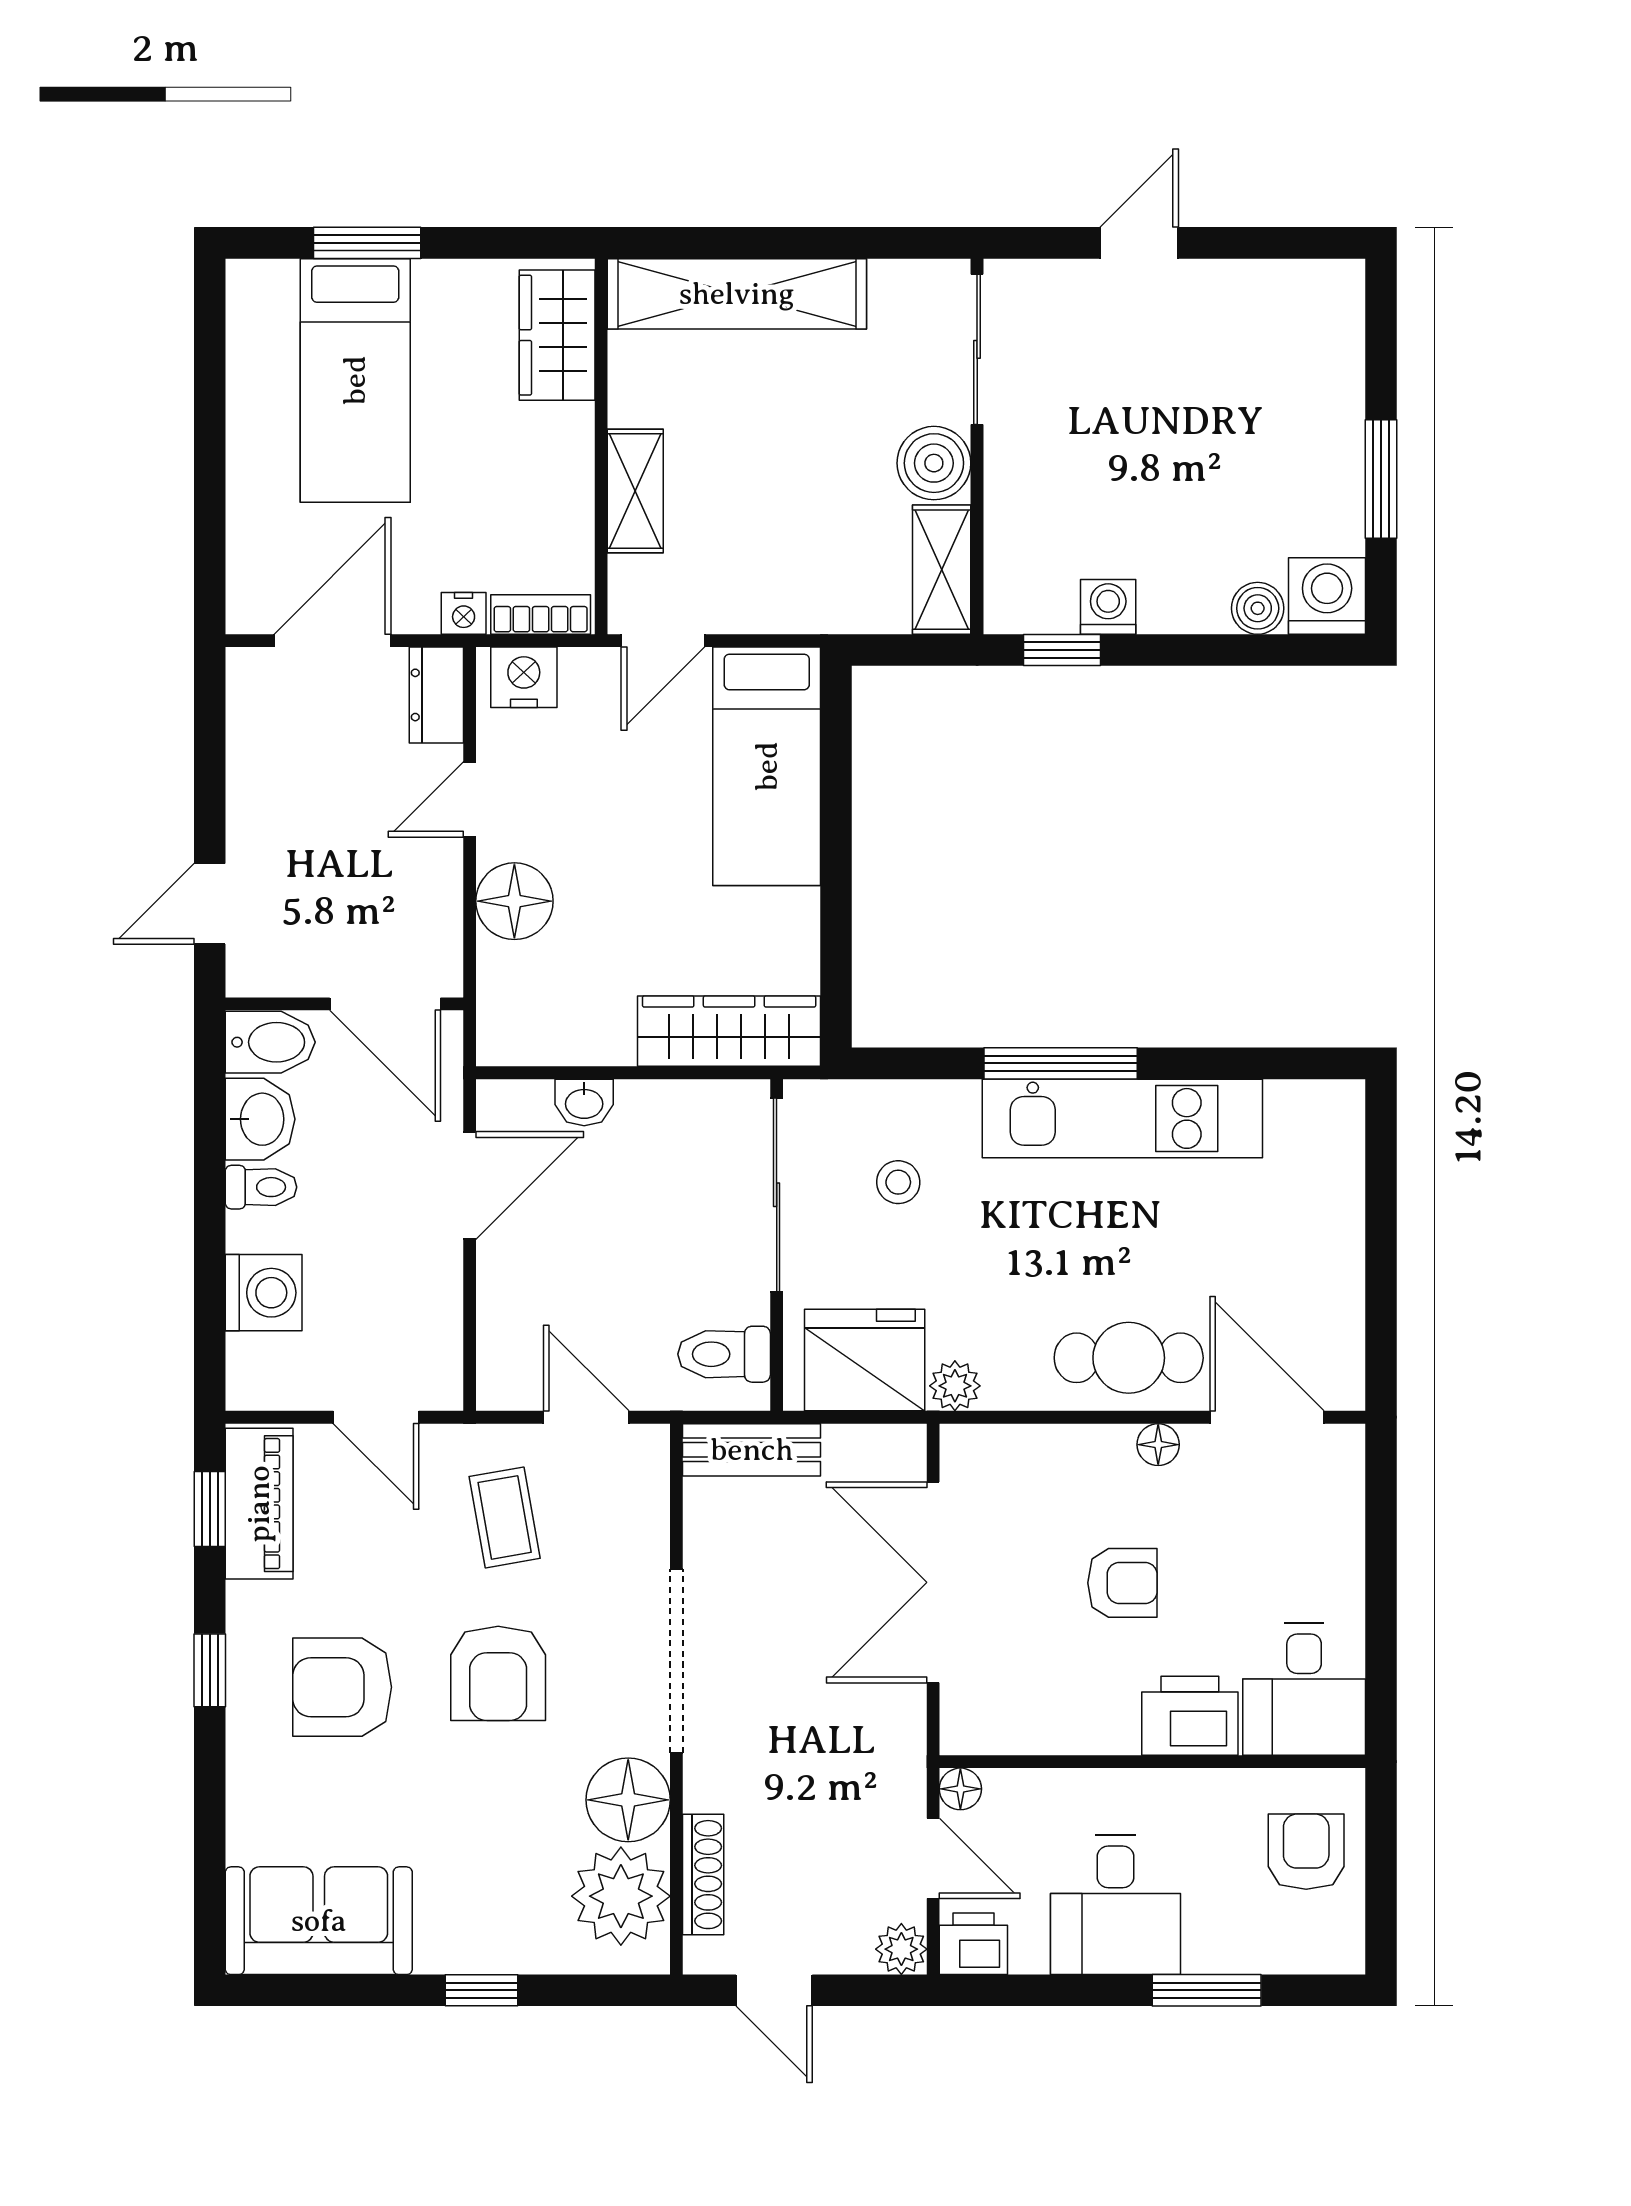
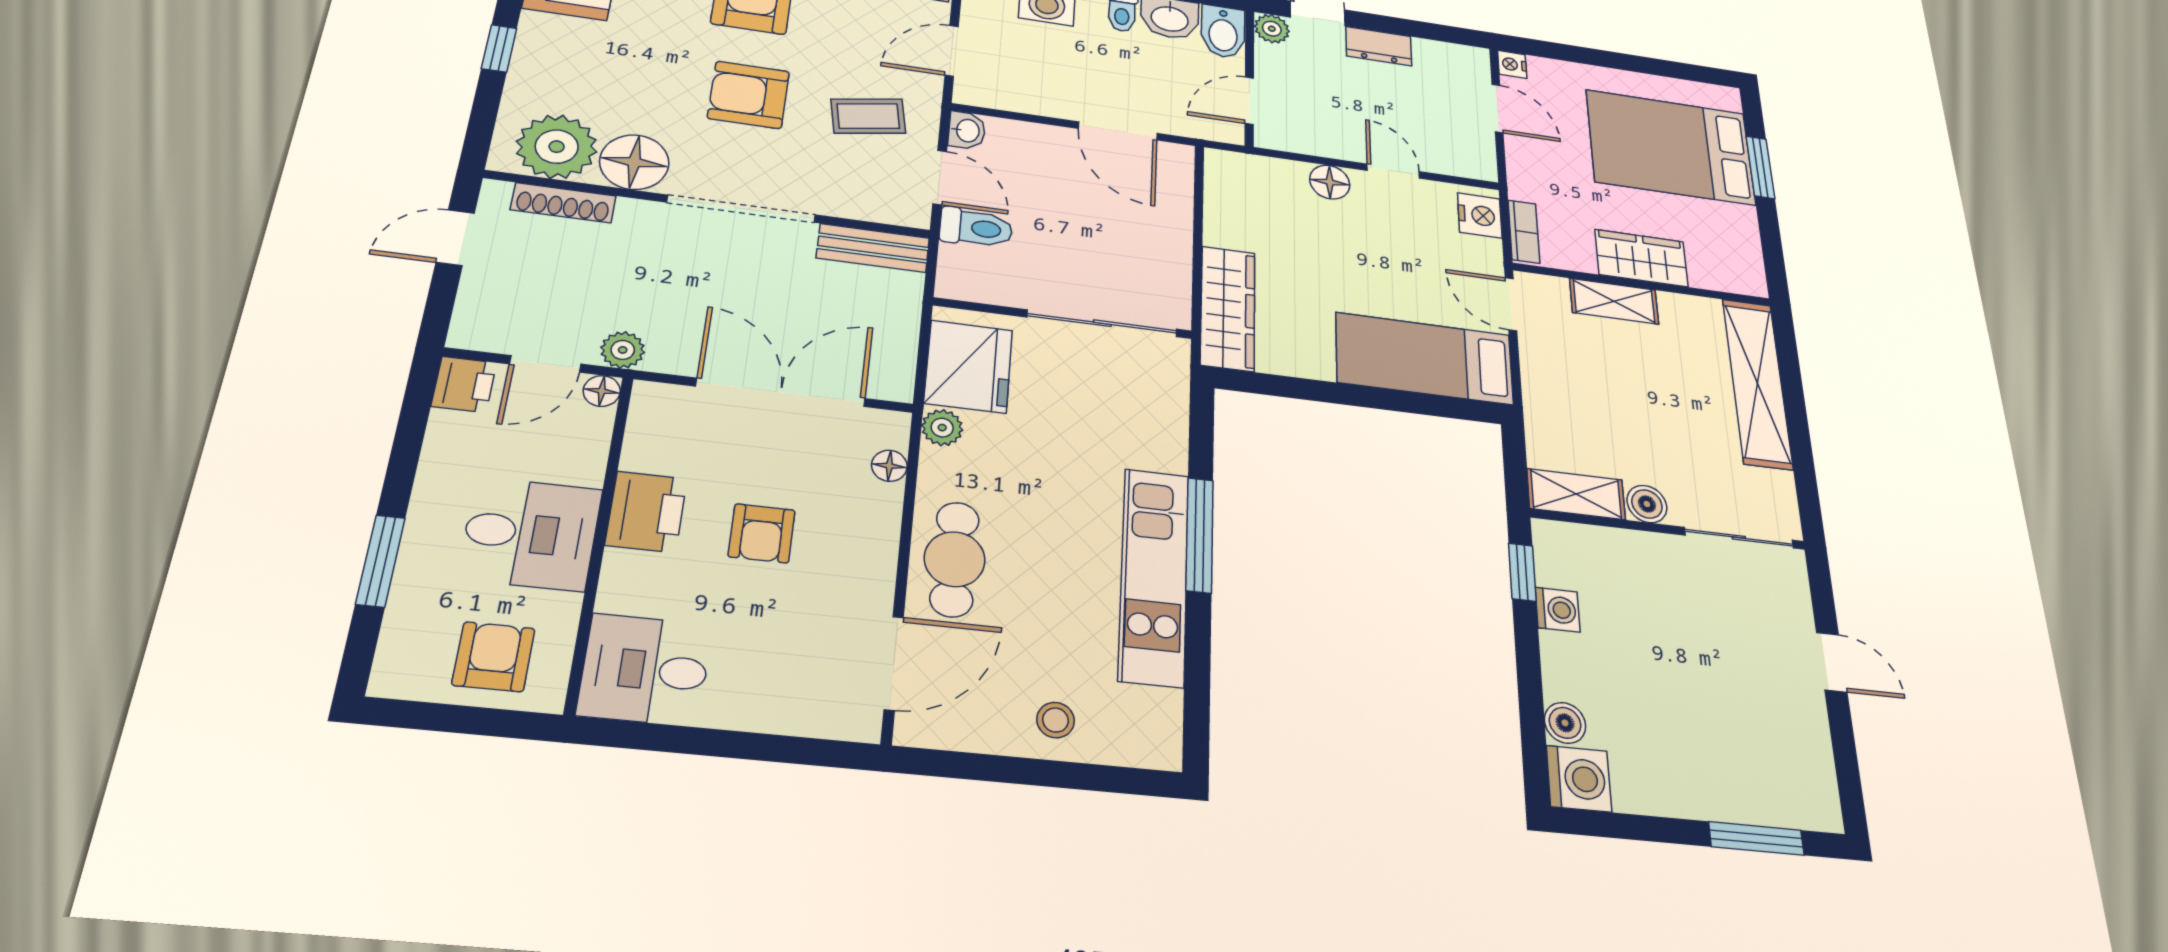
wardrobe: (557, 335) -> (1641, 258), moved
bed: (355, 380) -> (1670, 147), width x1.50
boiler: (934, 463) -> (1647, 504), width x0.73, depth x0.73
window: (1381, 479) -> (1756, 838), moved
nightstand: (464, 613) -> (1512, 64), moved
door: (332, 641) -> (1497, 108), width x0.73
dresser: (436, 695) -> (1379, 46), moved, turned 180
floor lamp: (514, 901) -> (1330, 182), width x0.73, depth x0.73
plant: (251, 972) -> (1272, 29), added
door: (385, 1004) -> (1249, 101), width x0.73
washbasin: (584, 1102) -> (967, 131), moved, turned 180
stool: (898, 1182) -> (1056, 720), moved
toilet: (724, 1354) -> (976, 228), moved, turned 90
door: (586, 1417) -> (940, 177), hinge flipped
floor lamp: (1158, 1445) -> (889, 466), moved
bench: (752, 1450) -> (873, 248), moved, turned 90
printer: (1190, 1716) -> (646, 512), moved
armchair: (1306, 1852) -> (494, 657), turned -90
desk: (1116, 1905) -> (530, 534), moved, turned 180
plant: (901, 1949) -> (623, 350), moved

